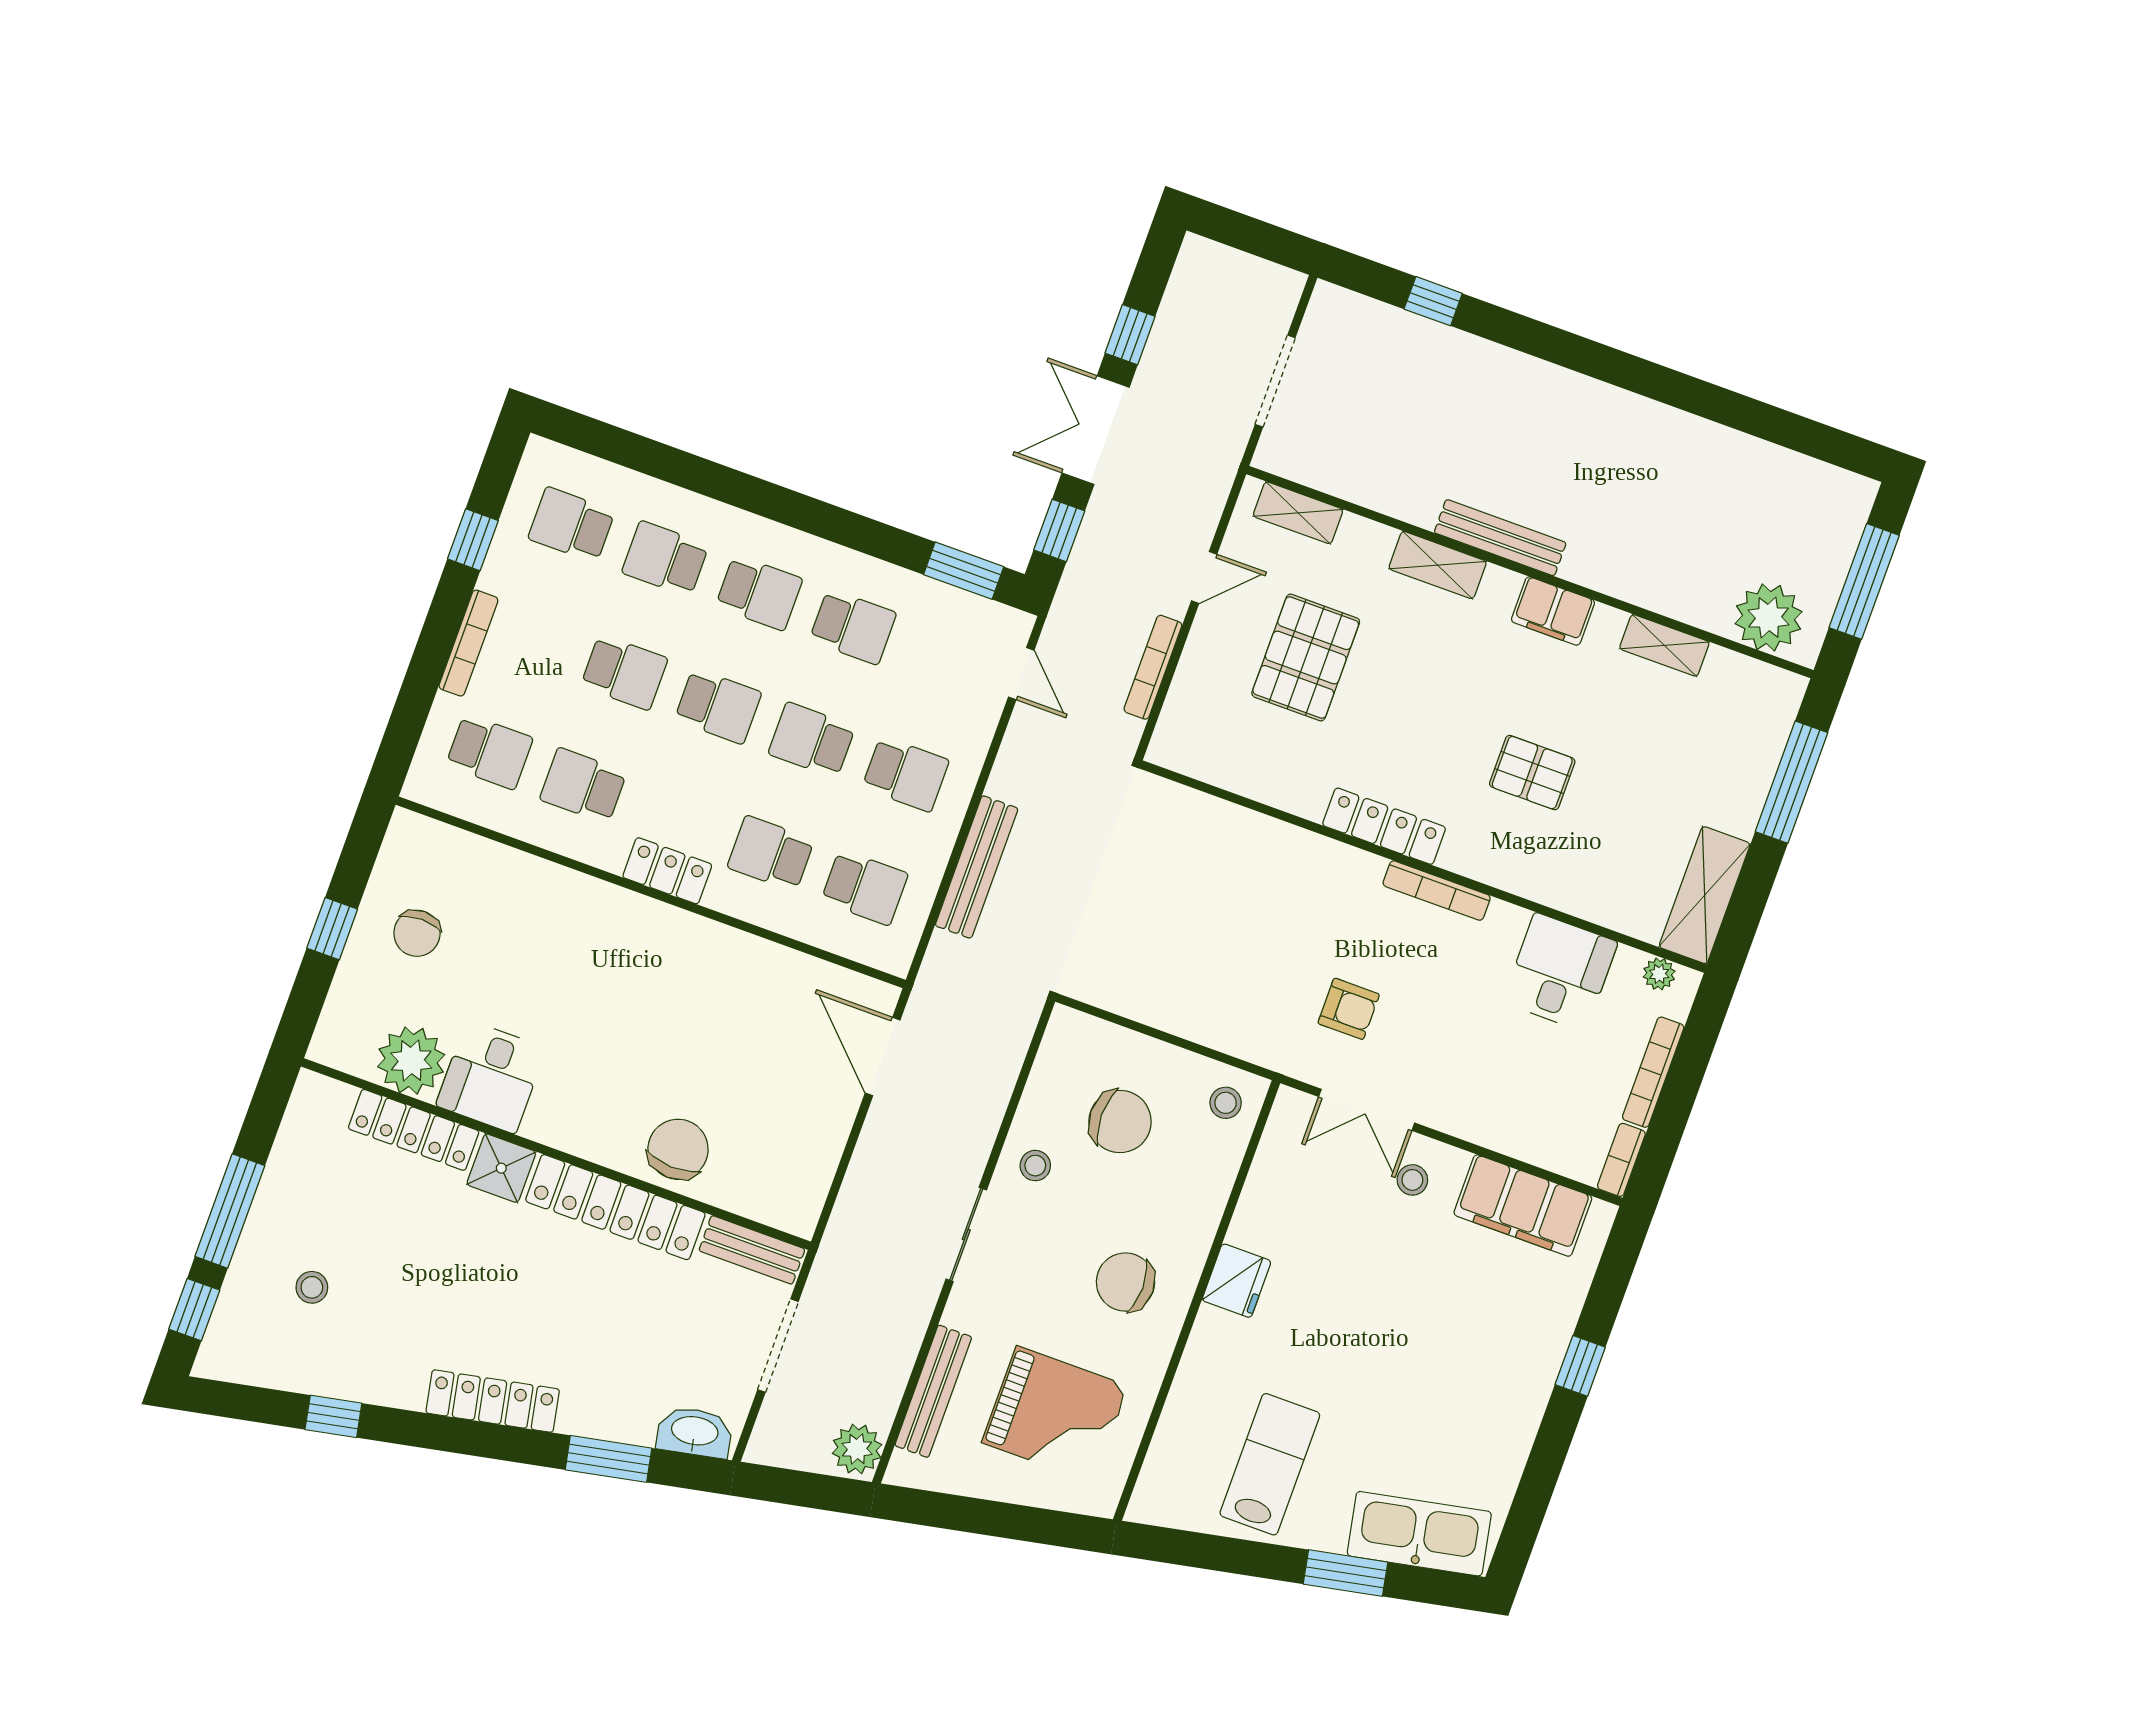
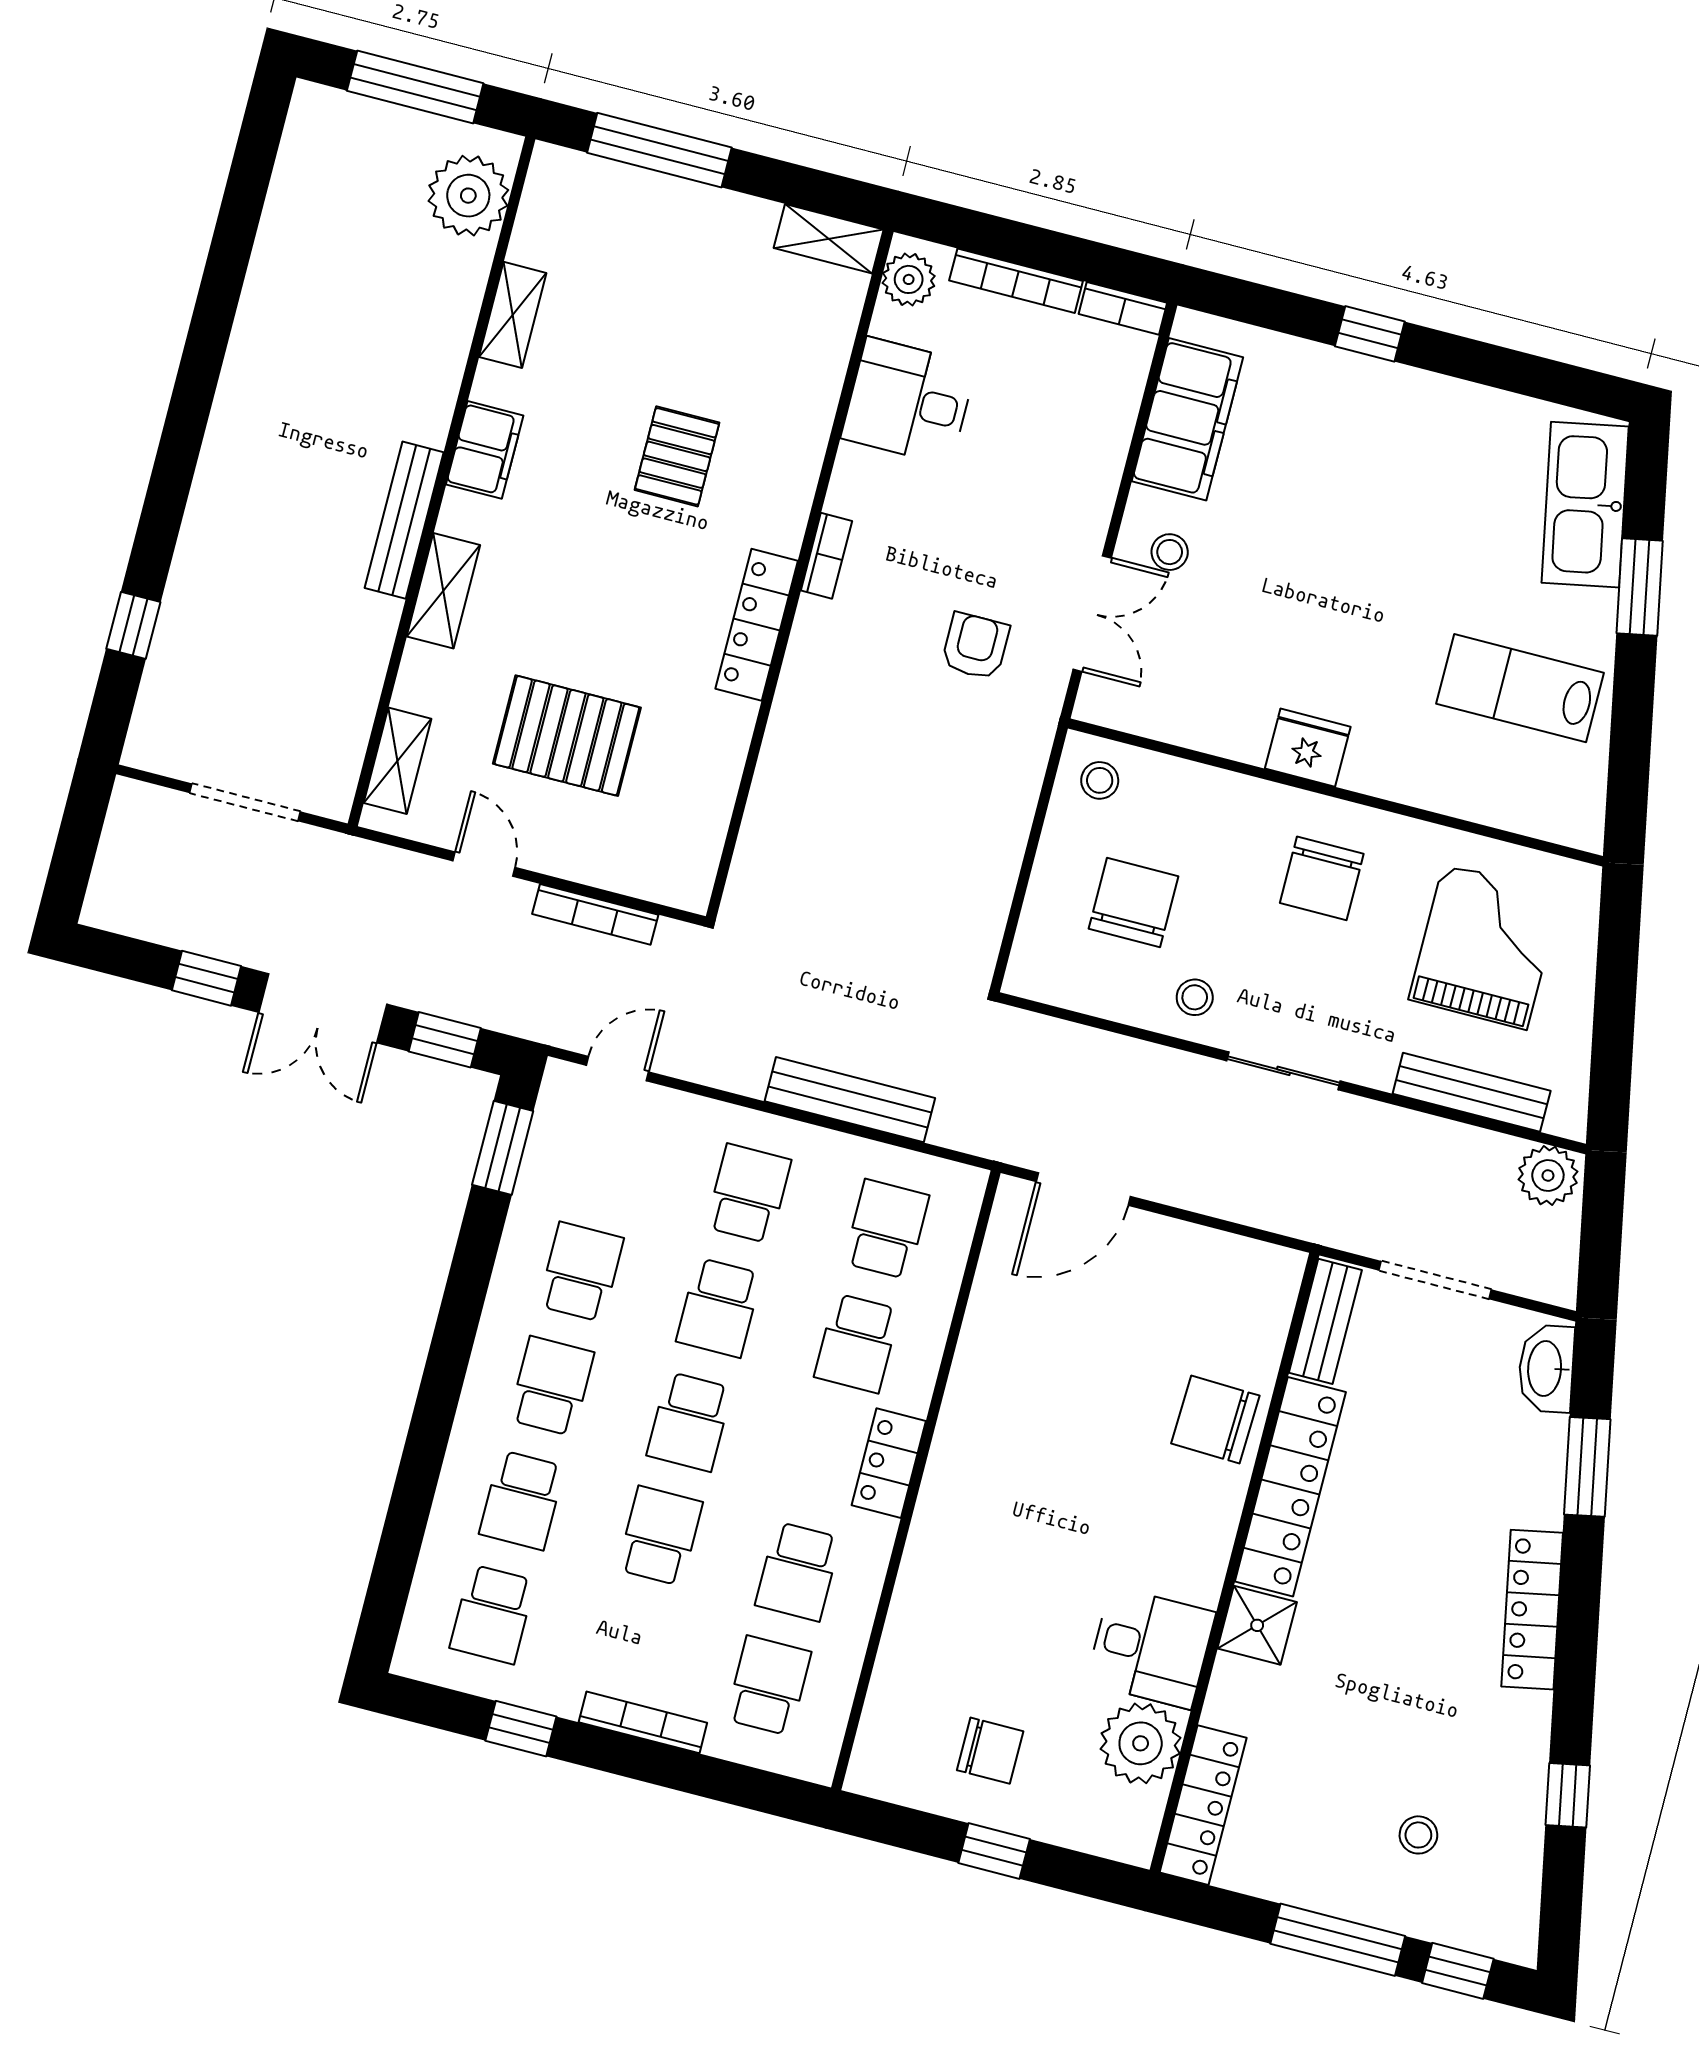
school desk: (718, 706) -> (689, 1422), turned 180
bookcase: (1437, 891) -> (826, 556), width x0.64
shelving: (1705, 895) -> (829, 239), width x0.67, depth x0.75
plant: (1659, 974) -> (909, 279), width x1.38, depth x1.38
locker: (414, 1130) -> (1203, 1805), moved

